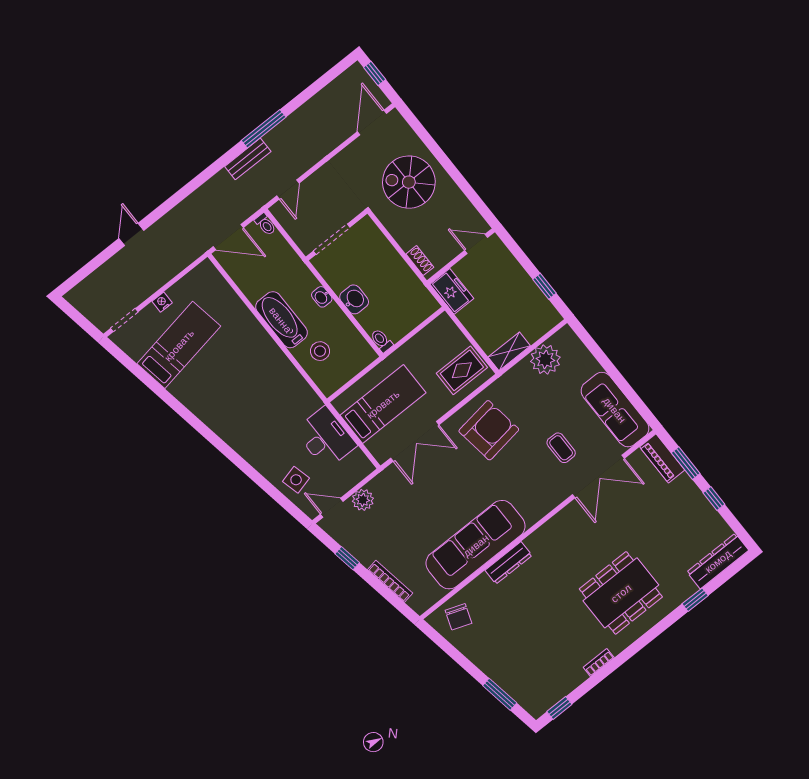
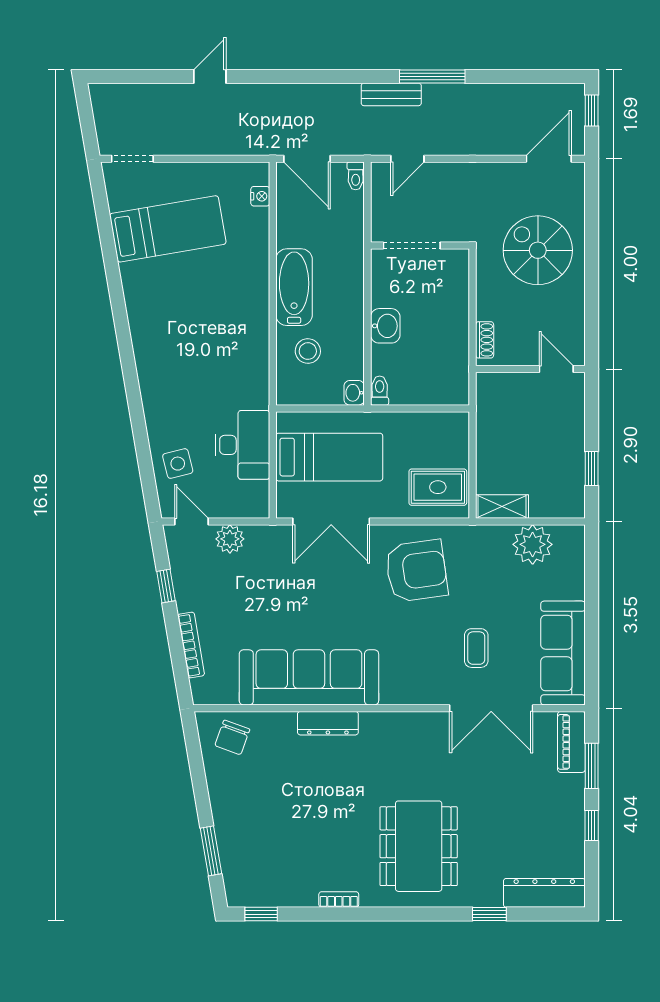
freezer: (452, 291) -> (492, 398), removed
washbasin: (322, 297) -> (354, 393), moved
nightstand: (162, 302) -> (260, 196), moved, turned 90
dining table: (621, 593) -> (419, 846), turned 90

